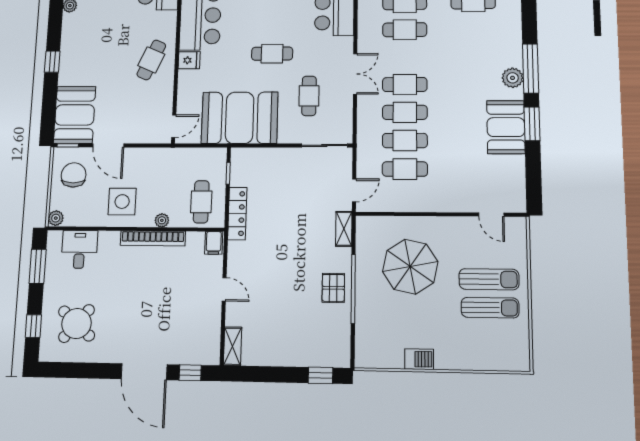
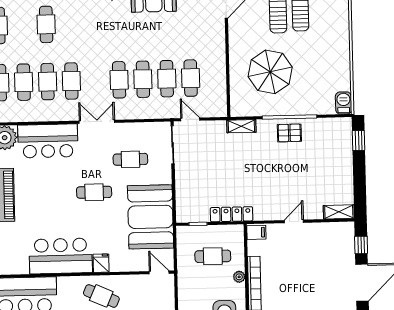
cafe table: (272, 54) -> (94, 192), turned 90
double door: (355, 74) -> (97, 122), moved
door: (354, 190) -> (190, 119), moved
cafe table: (201, 202) -> (213, 256), moved
barbecue: (419, 359) -> (344, 103), moved

